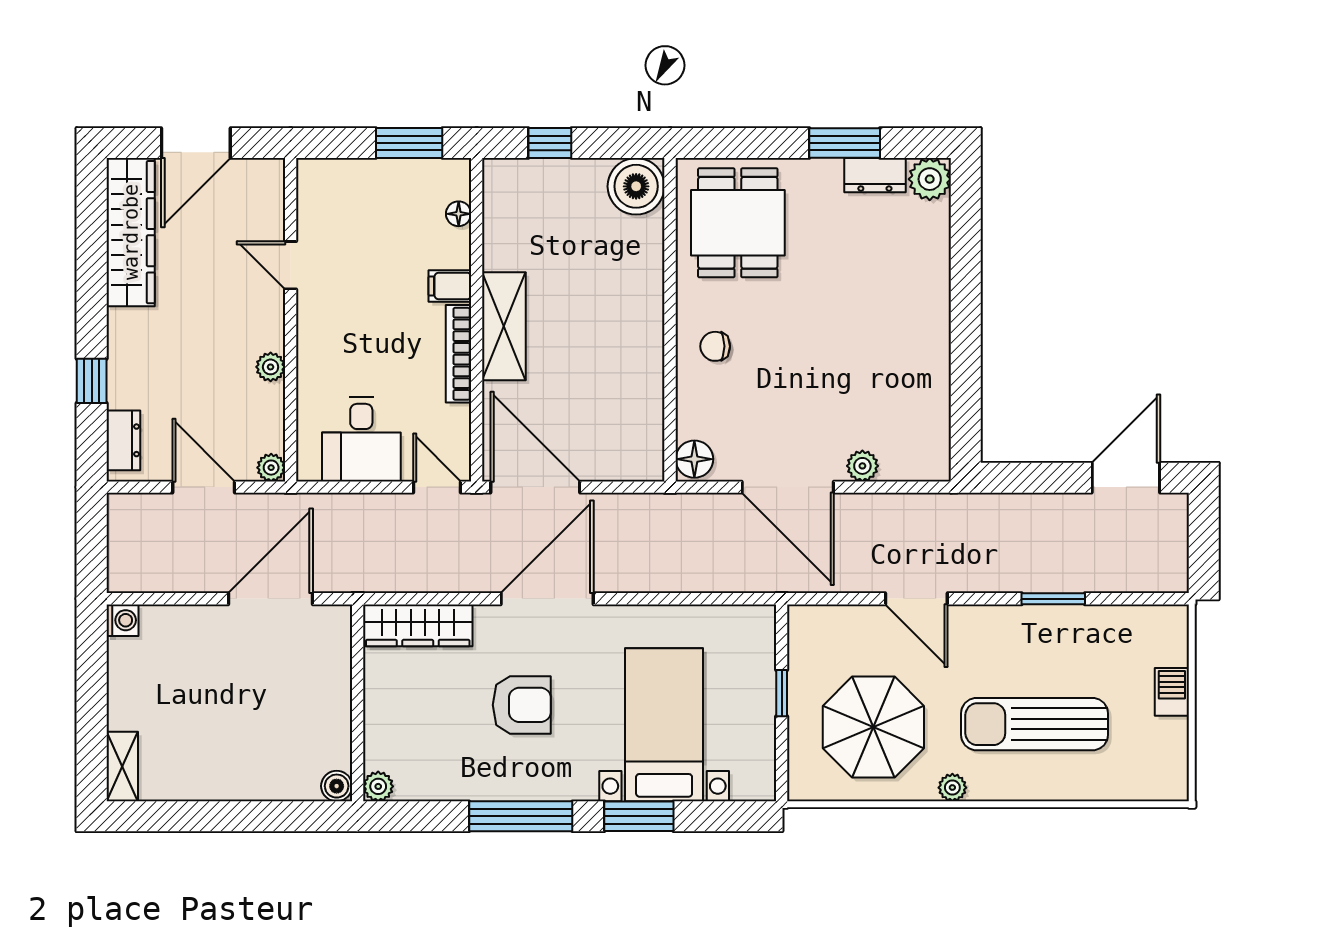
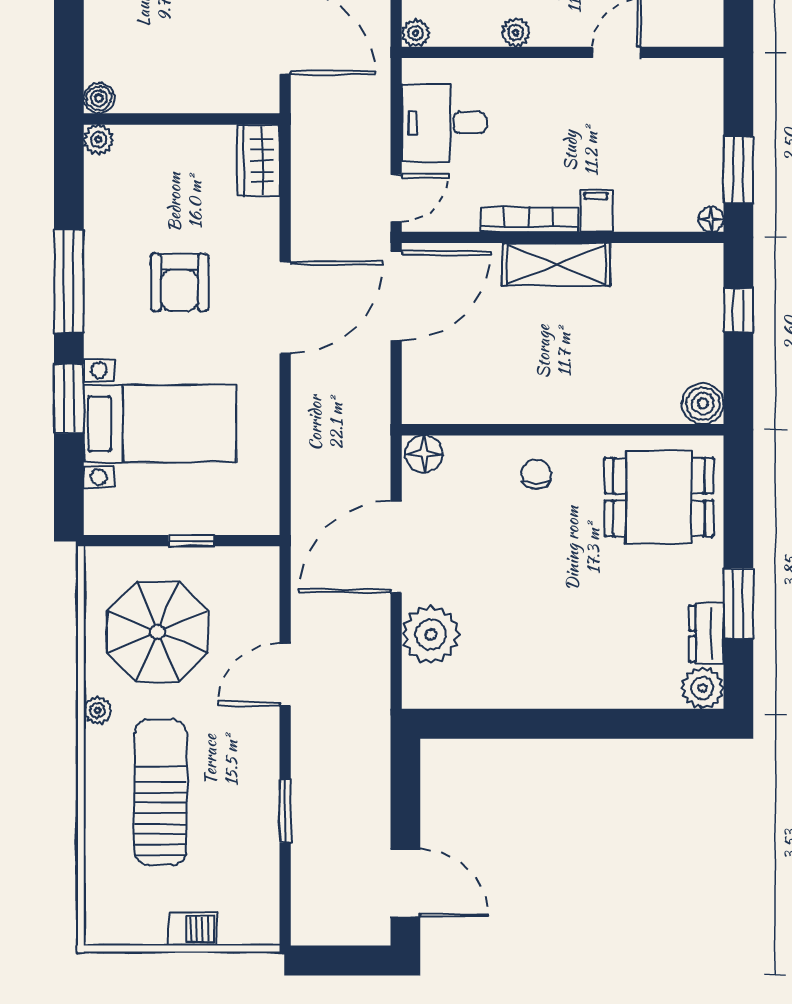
boiler: (636, 186) -> (703, 404), width x0.73, depth x0.73
floor lamp: (459, 214) -> (711, 219), moved
plant: (862, 466) -> (431, 635), width x1.88, depth x1.88
door: (547, 599) -> (285, 307), hinge flipped
wardrobe: (418, 625) -> (259, 161), width x0.67

